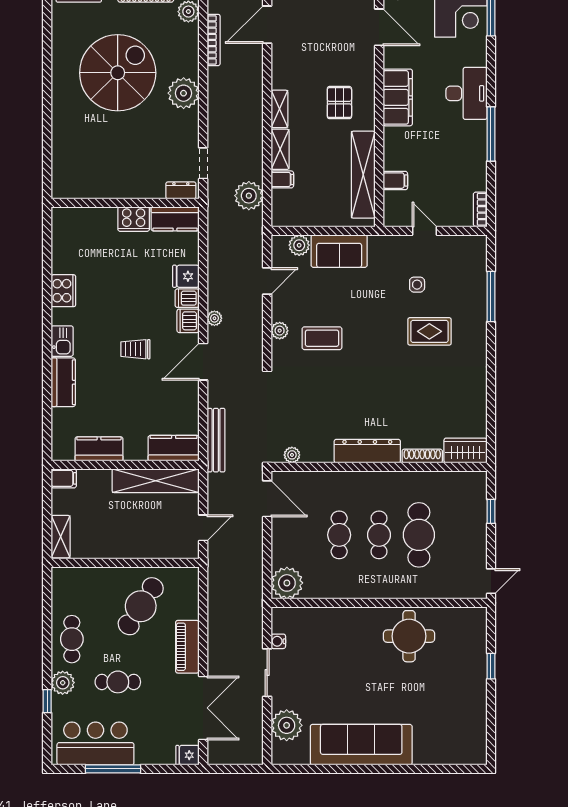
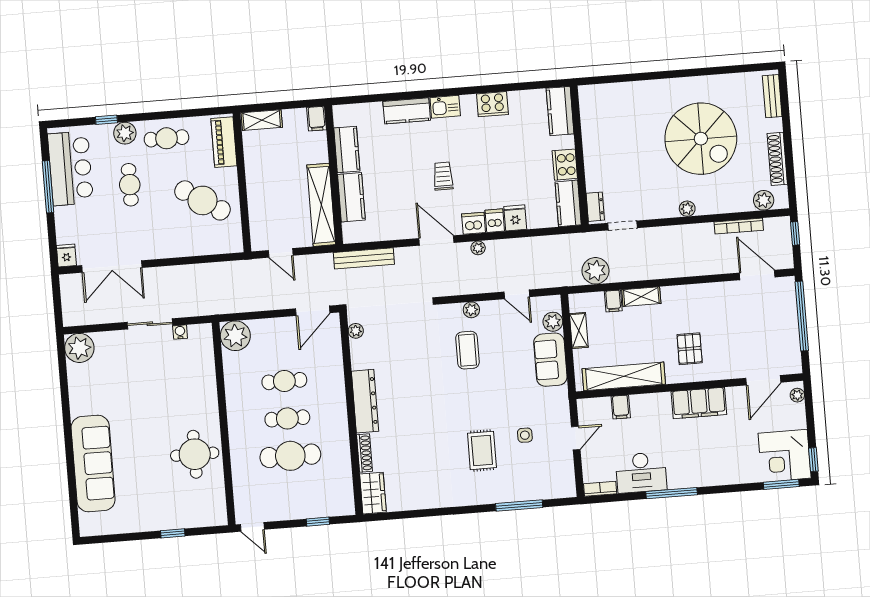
plant: (184, 93) -> (687, 209), width x0.53, depth x0.53
desk: (466, 93) -> (641, 473), moved
pallet: (339, 103) -> (690, 349), turned 90
shelving: (279, 109) -> (579, 330), moved, turned 90
kitchen counter: (76, 220) -> (560, 111), added
kitchen counter: (174, 448) -> (351, 197), moved
piano: (187, 647) -> (224, 142), moved, turned -90
plant: (287, 725) -> (79, 348), moved
sofa: (361, 745) -> (93, 463), moved

